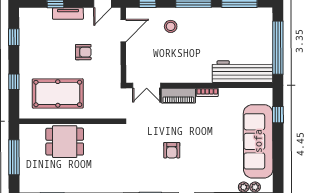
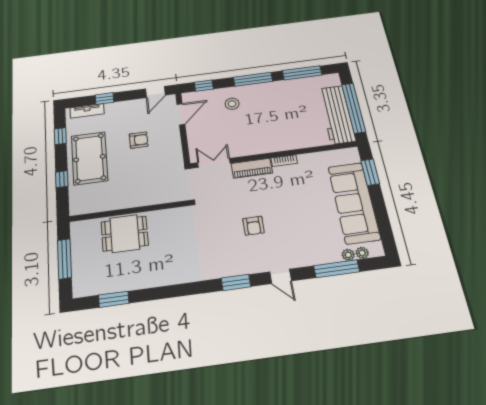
tv unit: (68, 14) -> (87, 111), moved
workbench: (242, 72) -> (337, 115), moved, turned -90
double door: (147, 85) -> (214, 163), swing flipped
pool table: (58, 93) -> (89, 158), moved, turned 90
window: (278, 115) -> (370, 172), width x1.50

